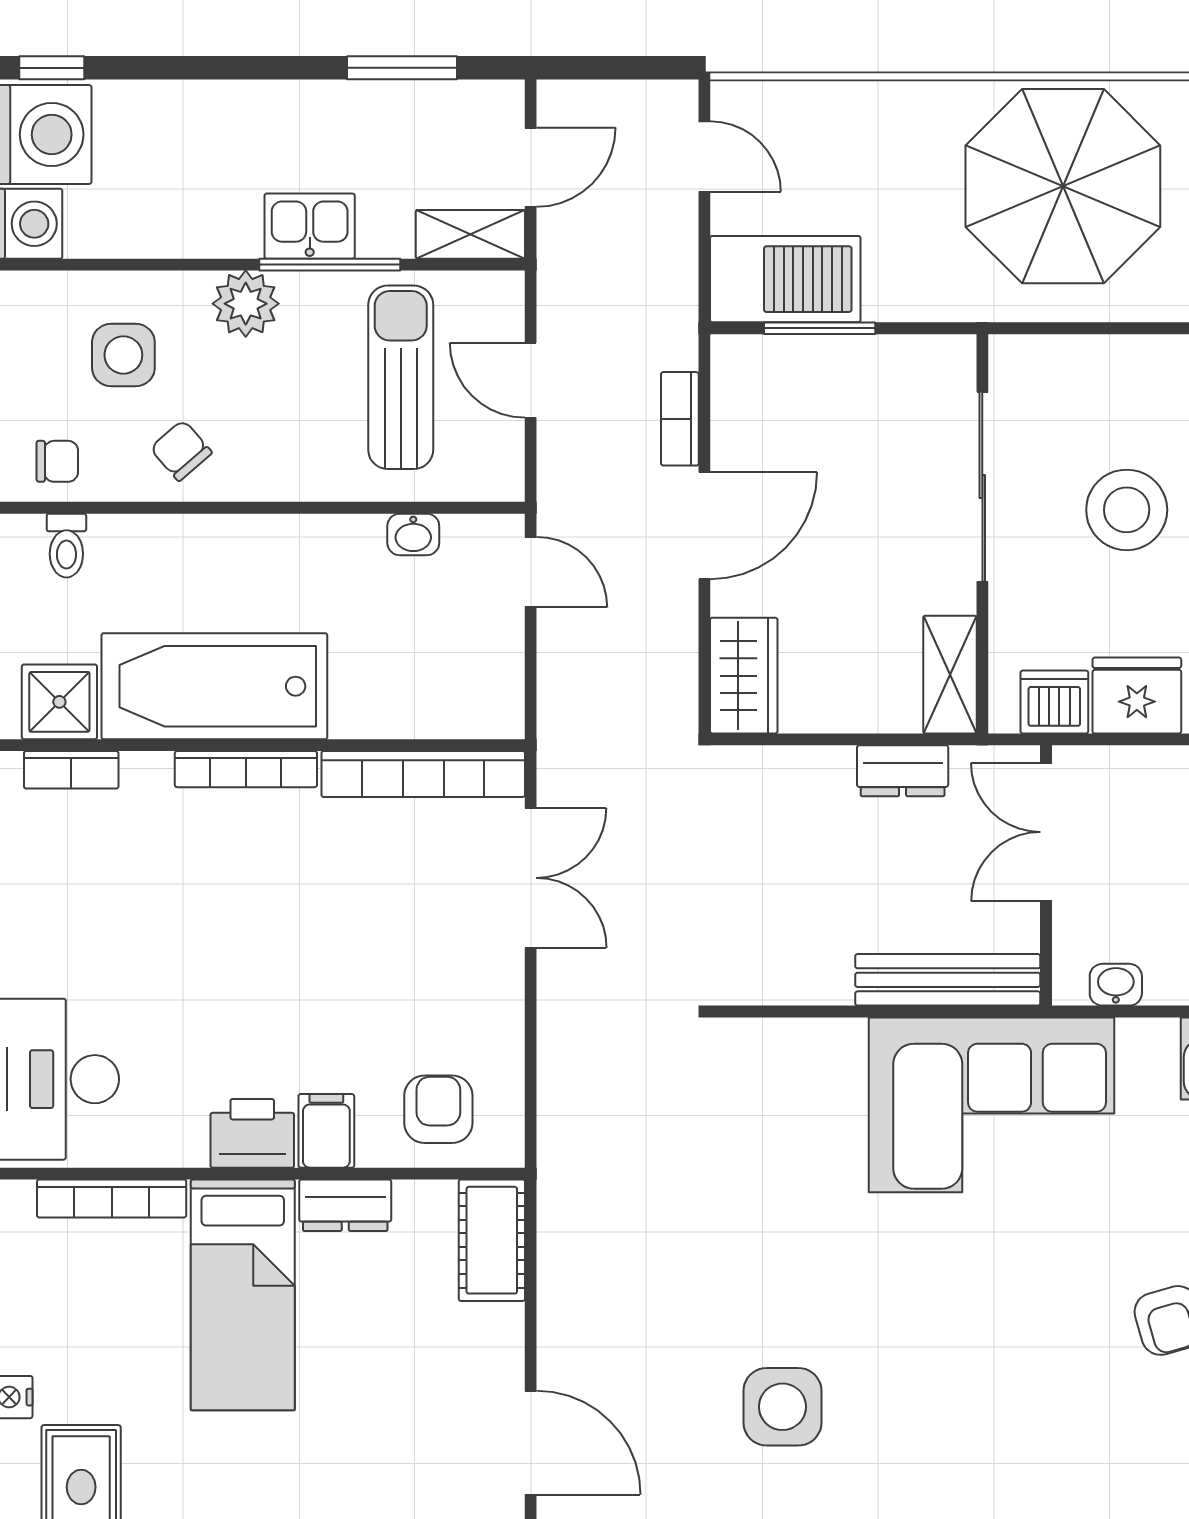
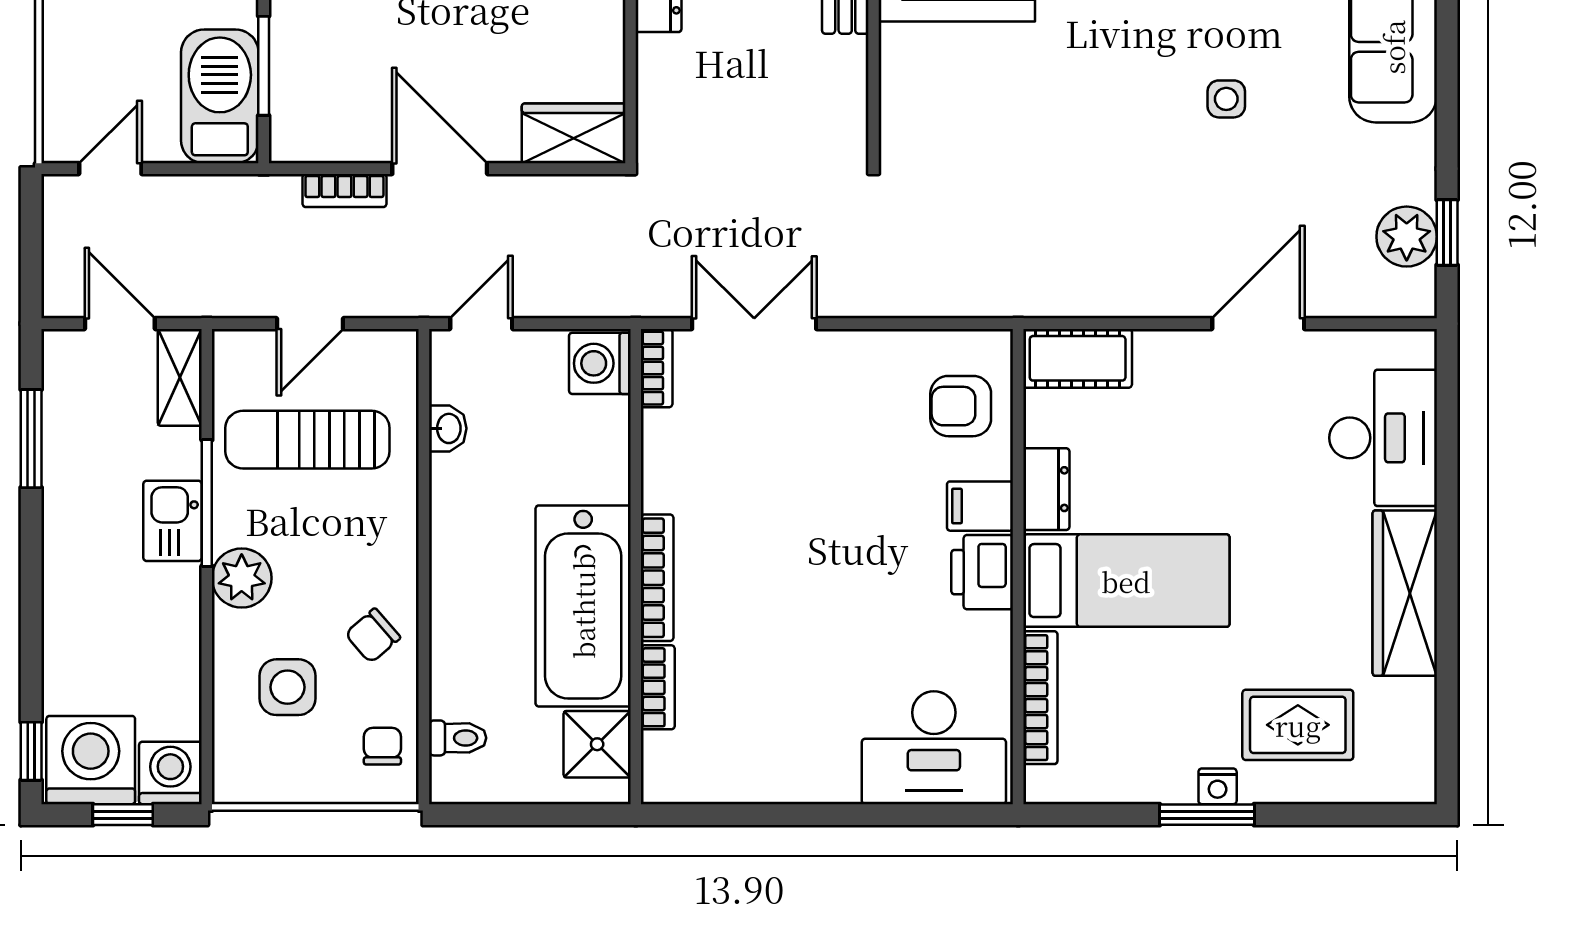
washing machine: (486, 705) -> (600, 363), added
bookcase: (71, 770) -> (658, 687), moved
bookcase: (423, 774) -> (657, 368), width x0.43, depth x0.76
side table: (782, 1407) -> (1226, 99), width x0.54, depth x0.54

